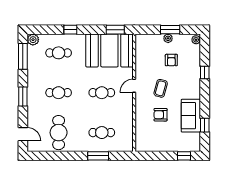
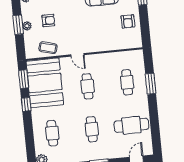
window: (70, 30) -> (26, 104), moved
coffee table: (161, 88) -> (48, 48), moved
armchair: (161, 115) -> (128, 21), moved

